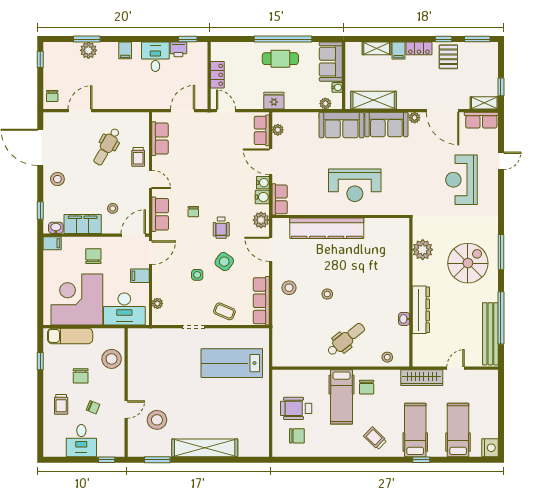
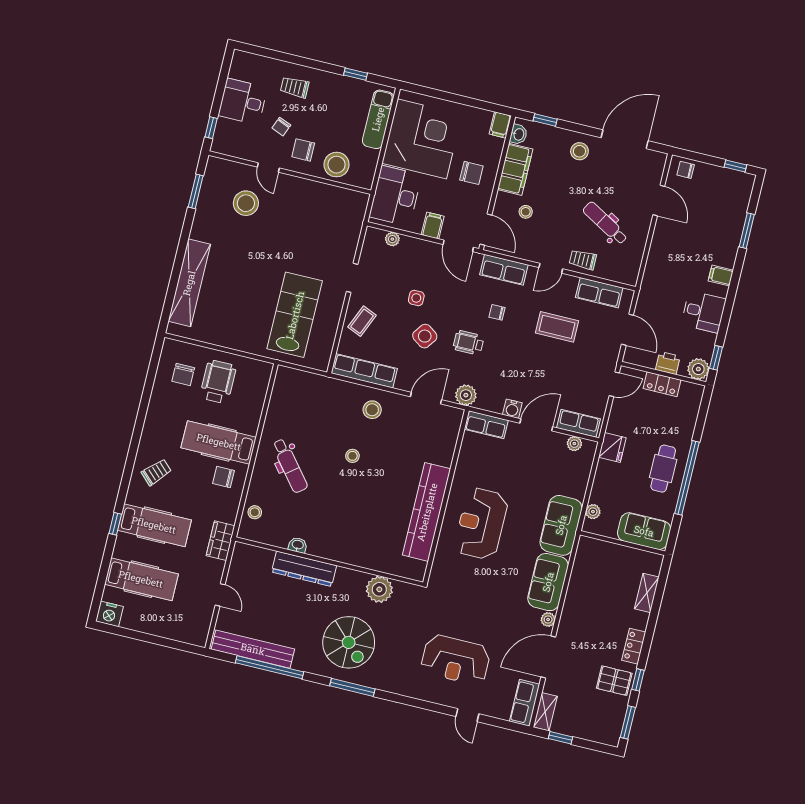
printer: (178, 49) -> (668, 363), moved, turned 90
plant: (88, 50) -> (698, 369), moved
filing cabinet: (399, 51) -> (637, 620), removed
water cooler: (337, 87) -> (610, 531), removed
shelving: (374, 100) -> (582, 573), removed
coffee table: (193, 164) -> (557, 327), added
reception desk: (462, 180) -> (456, 660), turned 180
water cooler: (262, 197) -> (494, 404), removed
kitchen counter: (327, 228) -> (427, 512), moved
chair: (81, 376) -> (303, 150), moved
wardrobe: (422, 378) -> (221, 541), width x0.67
shelving: (205, 448) -> (189, 283), moved

